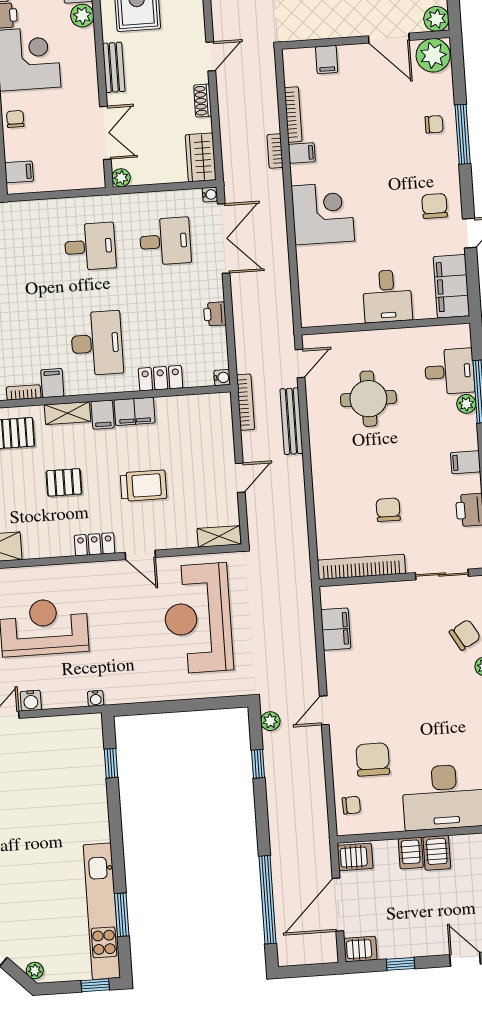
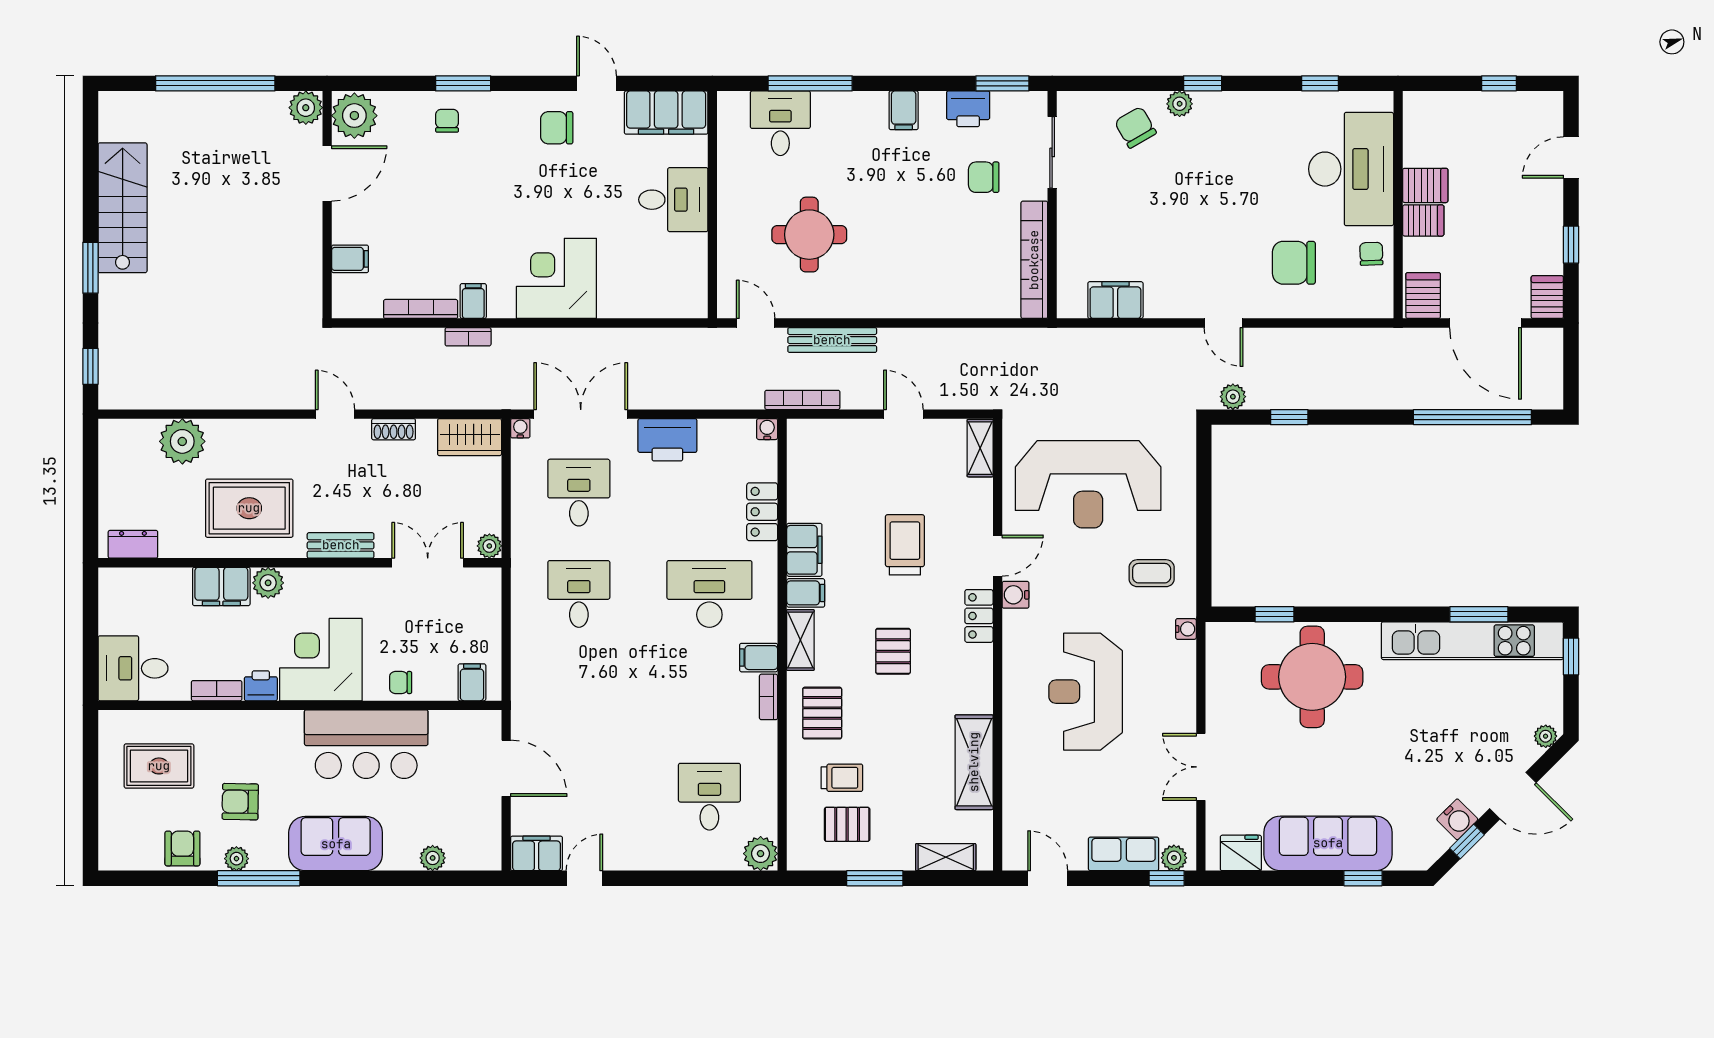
window: (463, 134) -> (463, 83), width x0.69
printer: (215, 314) -> (667, 440), width x1.87, depth x1.48
plant: (466, 404) -> (825, 104), removed
chair: (388, 510) -> (984, 177), moved
coffee table: (135, 670) -> (1152, 573), added
water cooler: (31, 701) -> (1016, 595), moved, turned 180
round table: (67, 794) -> (1312, 677), added
chair: (351, 805) -> (1371, 254), moved

